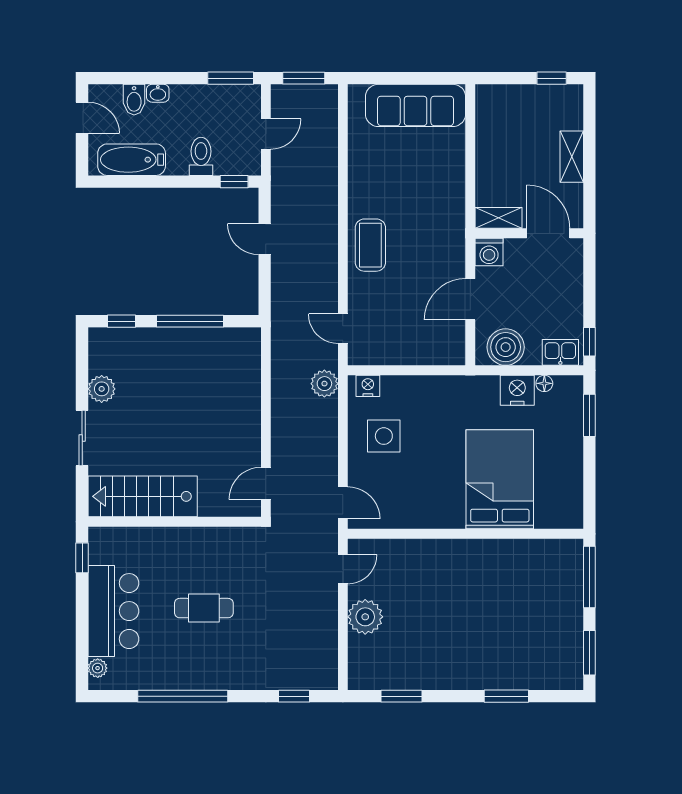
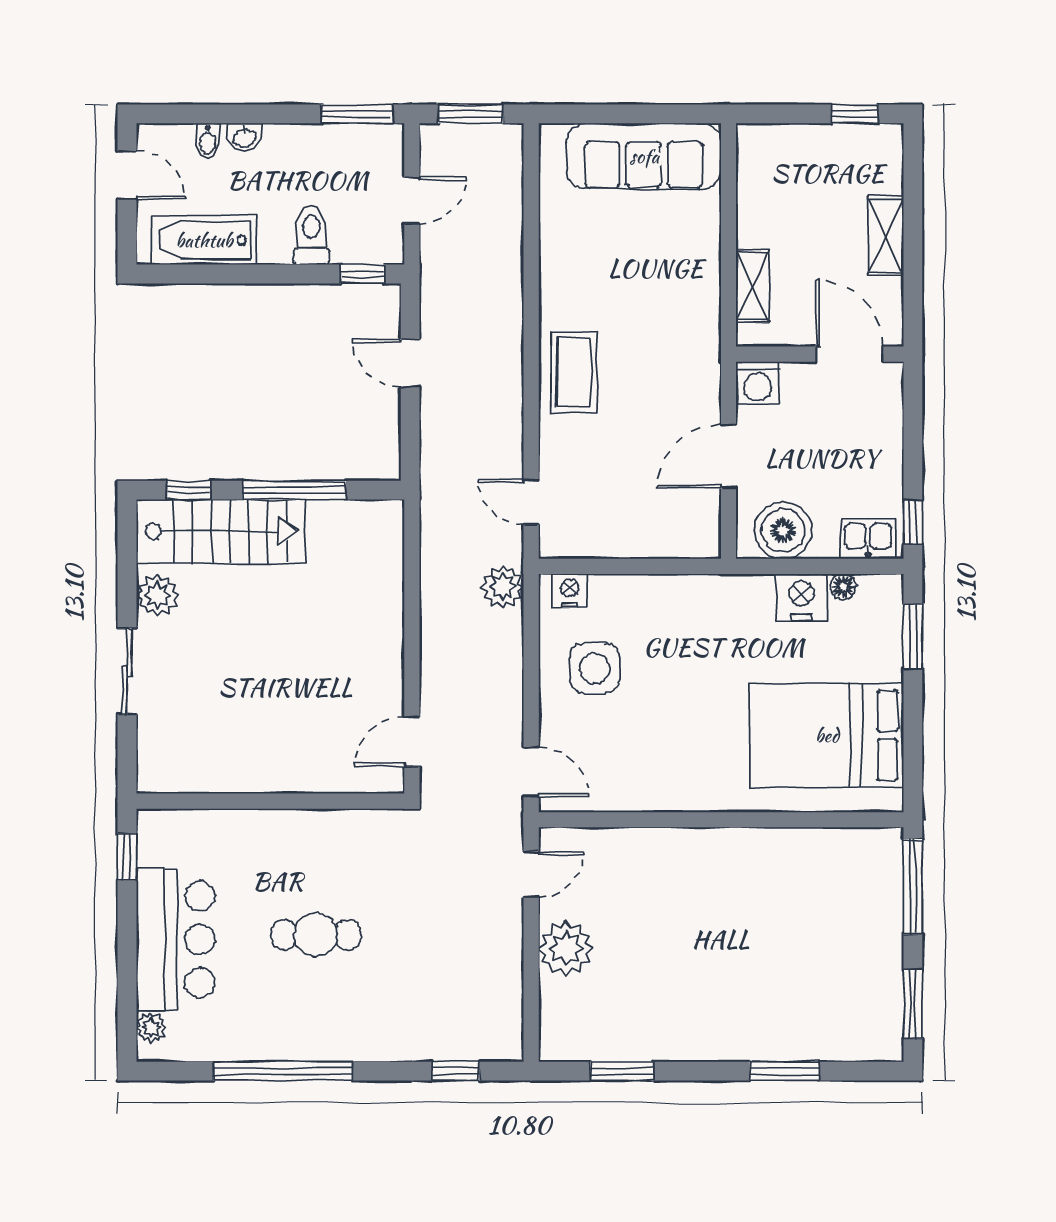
bidet: (134, 100) -> (208, 141), width x0.72, depth x0.74
shelving: (498, 218) -> (752, 286), moved, turned 90
bed: (500, 479) -> (827, 735), moved, turned -90
stairs: (143, 496) -> (221, 531), moved, turned 180

